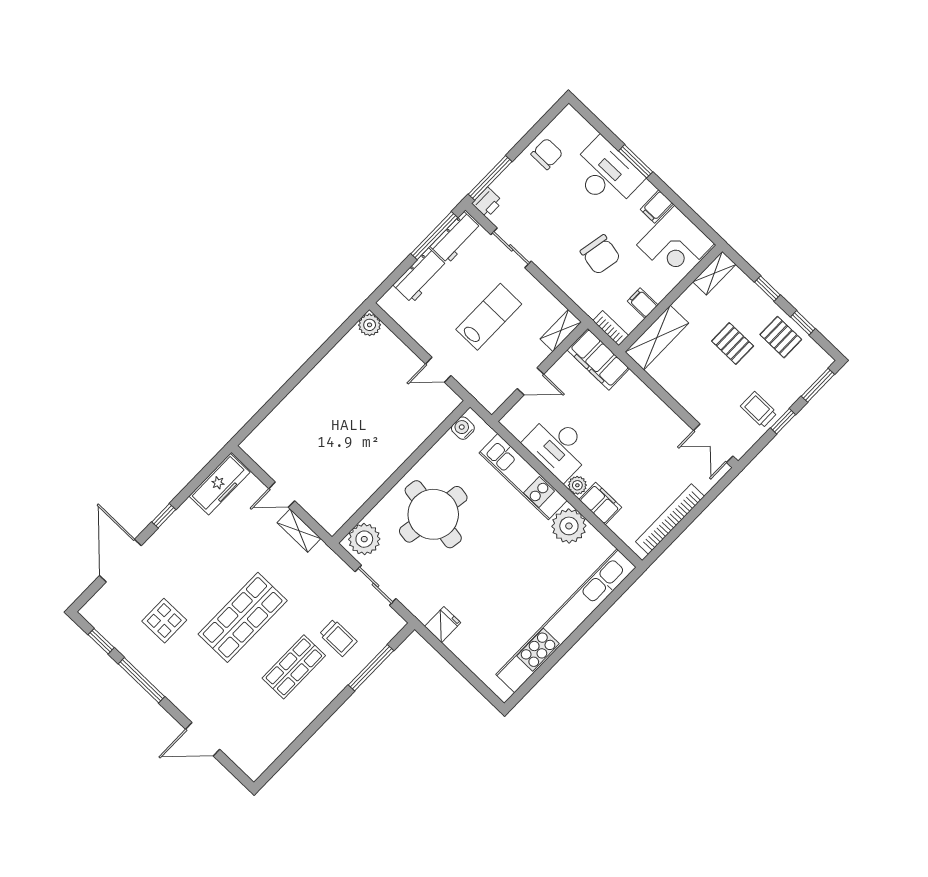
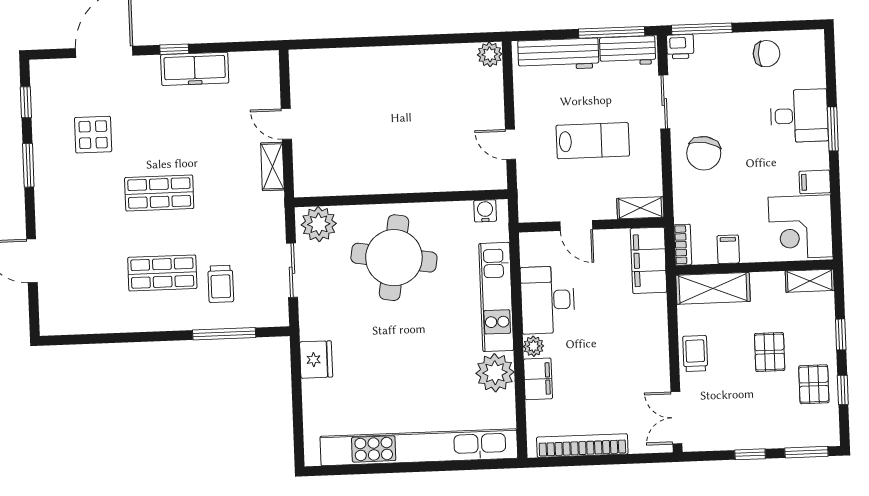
desk: (606, 174) -> (799, 116), width x0.73
chair: (600, 255) -> (704, 153), moved
workbench: (420, 276) -> (558, 54), width x1.38
trolley: (759, 410) -> (695, 353), moved
freezer: (219, 484) -> (195, 69), moved
shop shelf: (243, 617) -> (159, 193), width x0.70, depth x0.74
fridge: (443, 625) -> (316, 360), width x1.38
window: (142, 680) -> (28, 165), width x0.69

